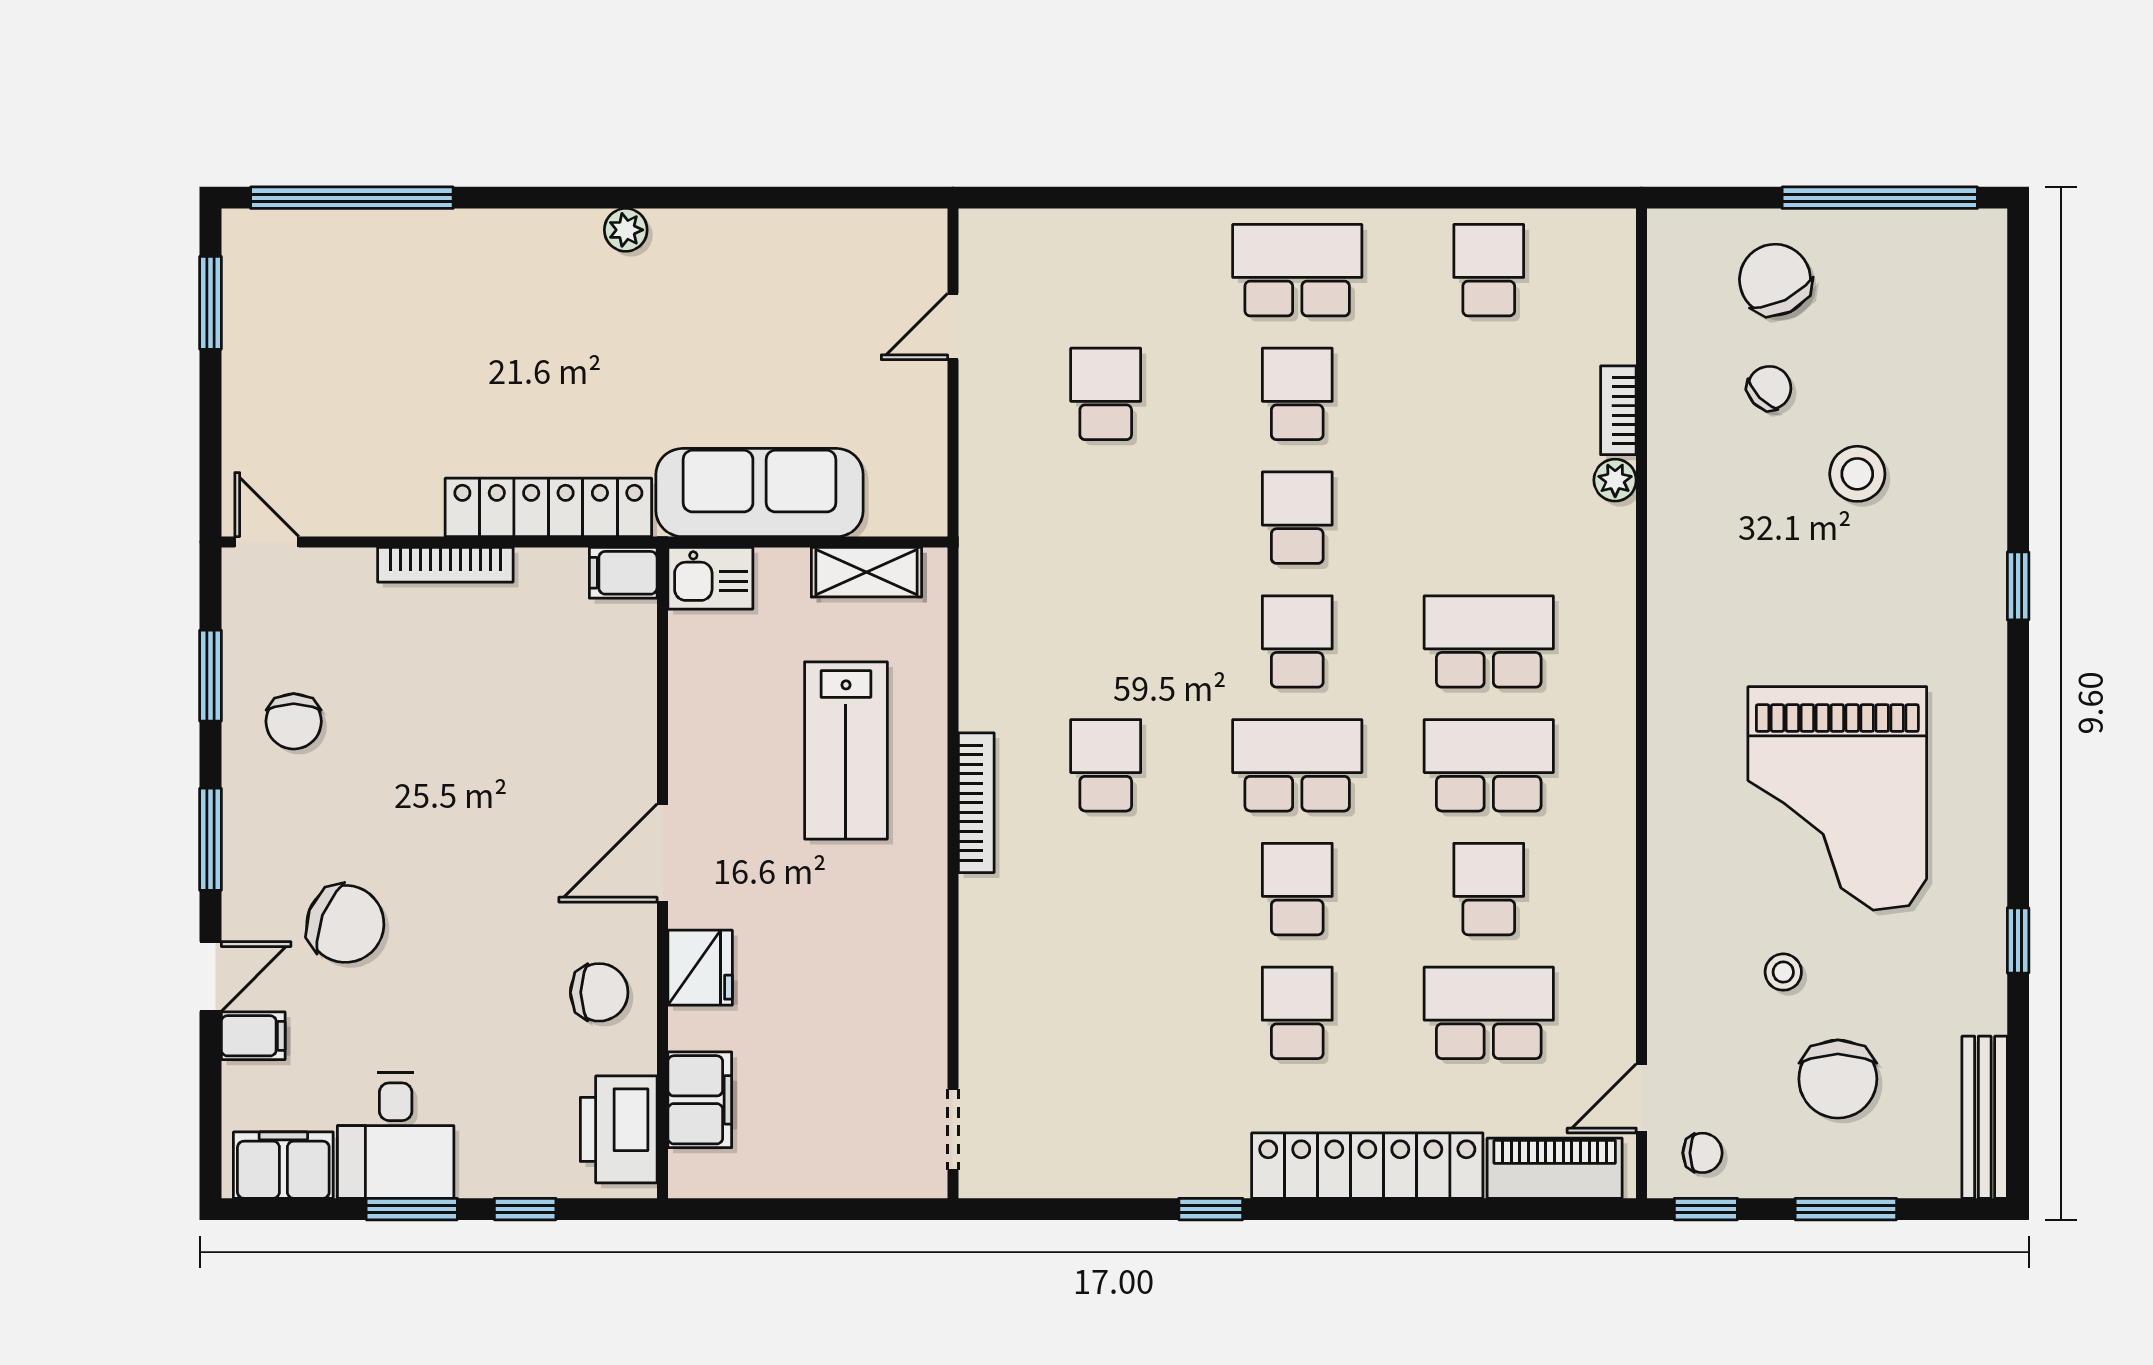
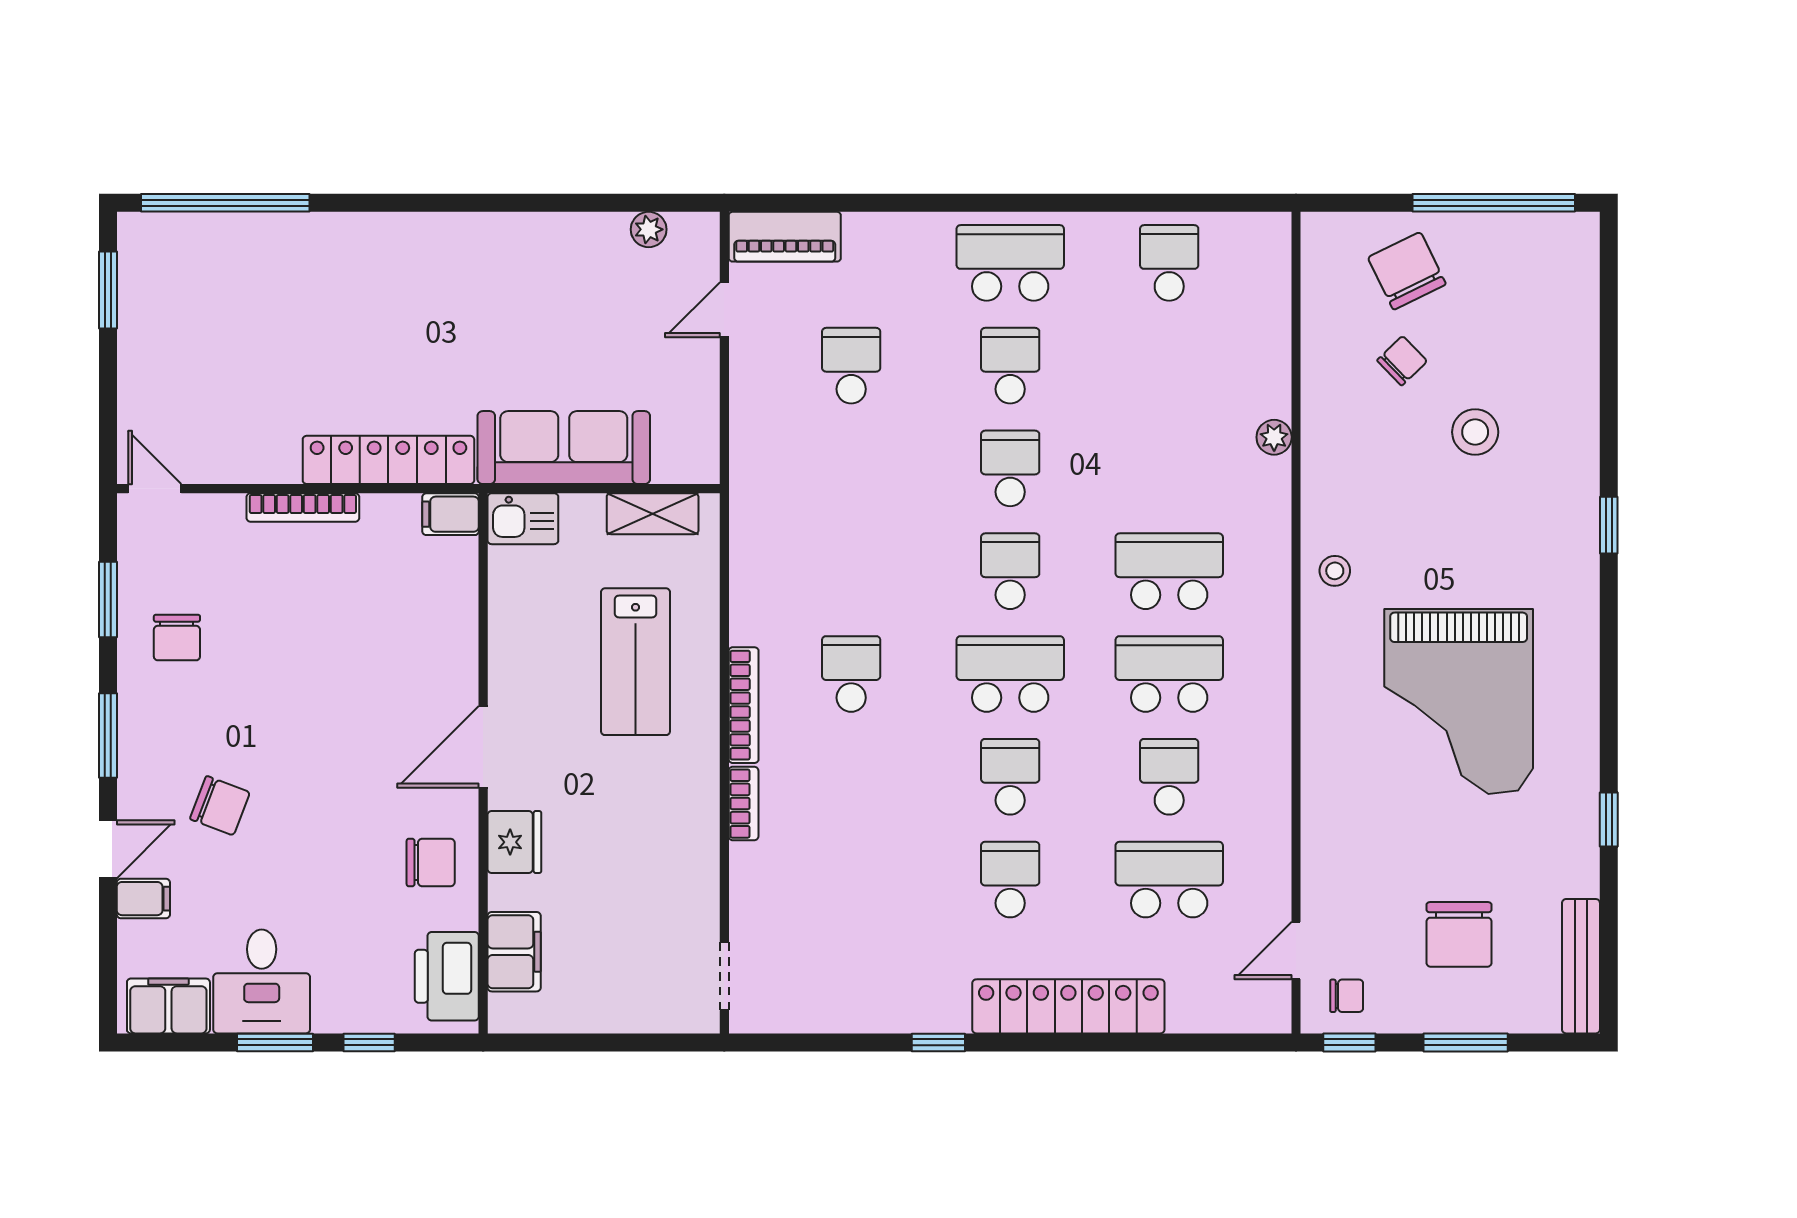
plant: (626, 230) -> (649, 229), moved
bookcase: (1618, 410) -> (744, 804), moved, turned 180
chair: (345, 924) -> (220, 806), width x0.73, depth x0.73
stool: (1783, 972) -> (1335, 571), moved
piano: (1555, 1168) -> (785, 237), moved, turned 180

